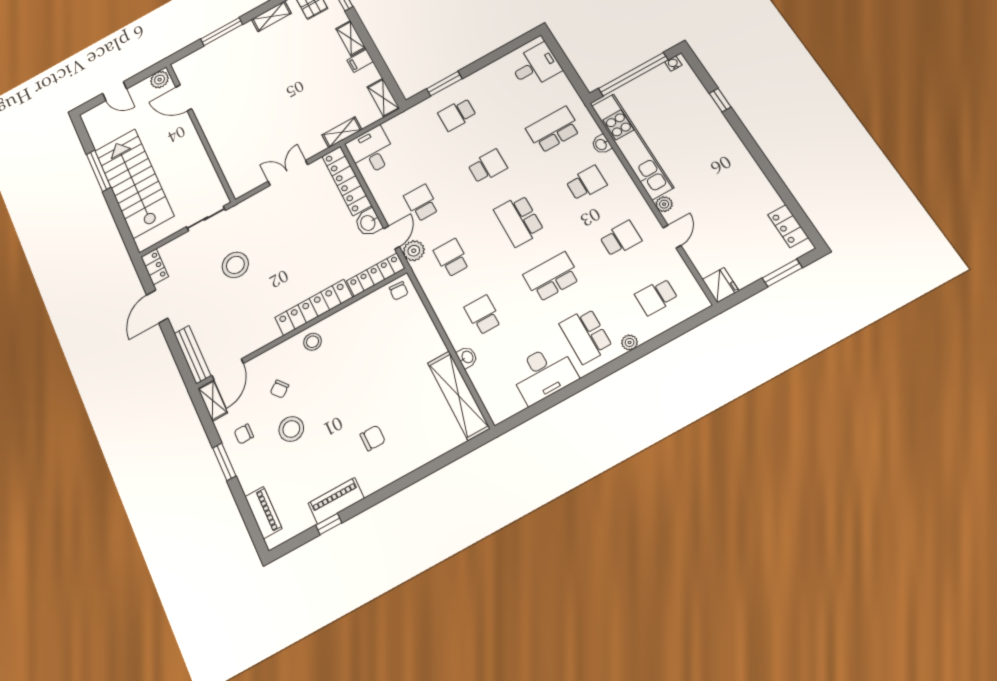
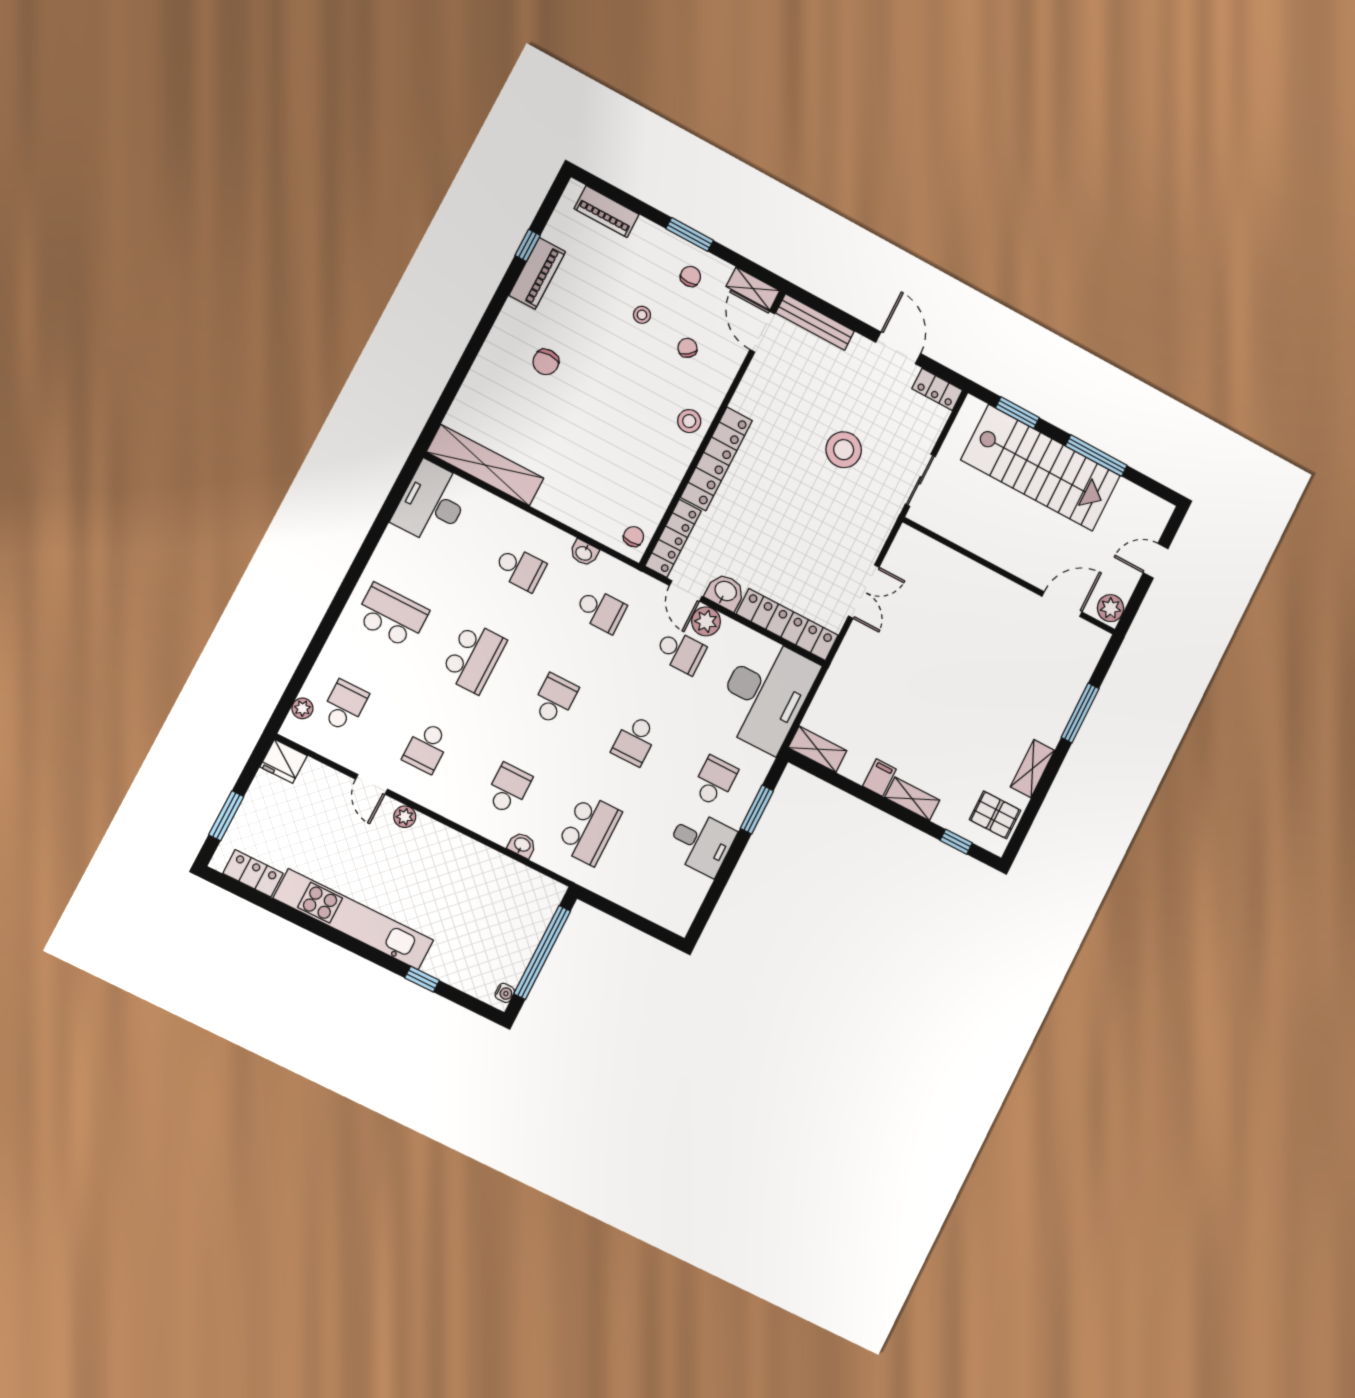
desk: (536, 66) -> (701, 843), moved, turned -90
shelving: (342, 132) -> (836, 678), removed
kitchen unit: (632, 146) -> (354, 919), moved, turned 180
desk: (371, 151) -> (765, 694), width x1.87, depth x1.30
school desk: (586, 183) -> (508, 789), turned 180
school desk: (519, 220) -> (555, 699), width x0.54
window: (121, 224) -> (1017, 413), added
plant: (414, 251) -> (706, 621), moved
chair: (399, 291) -> (634, 537), turned 86
plant: (630, 342) -> (302, 708), moved
washbasin: (467, 357) -> (584, 553), moved
desk: (544, 374) -> (432, 503), moved
stool: (291, 429) -> (642, 315), width x0.53, depth x0.53

